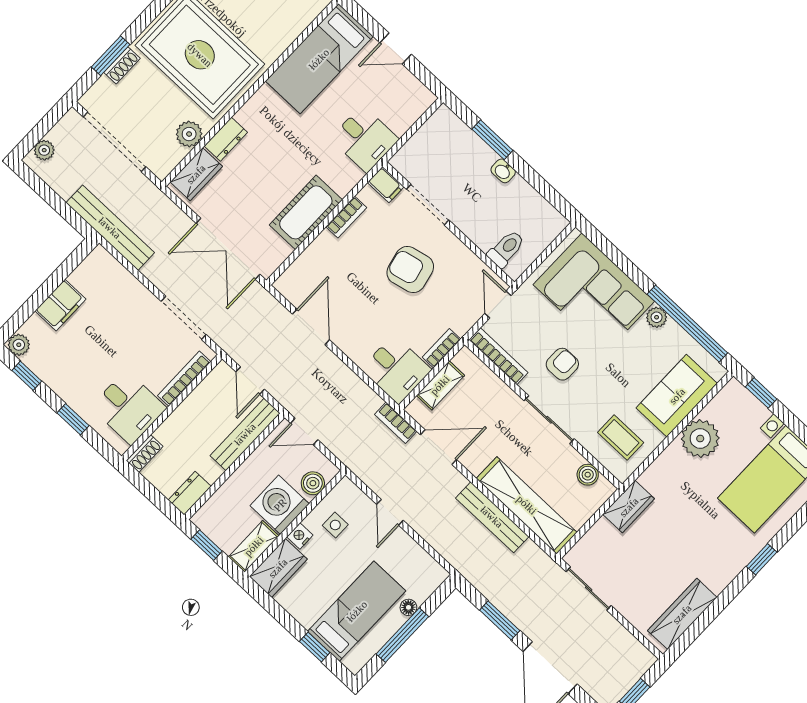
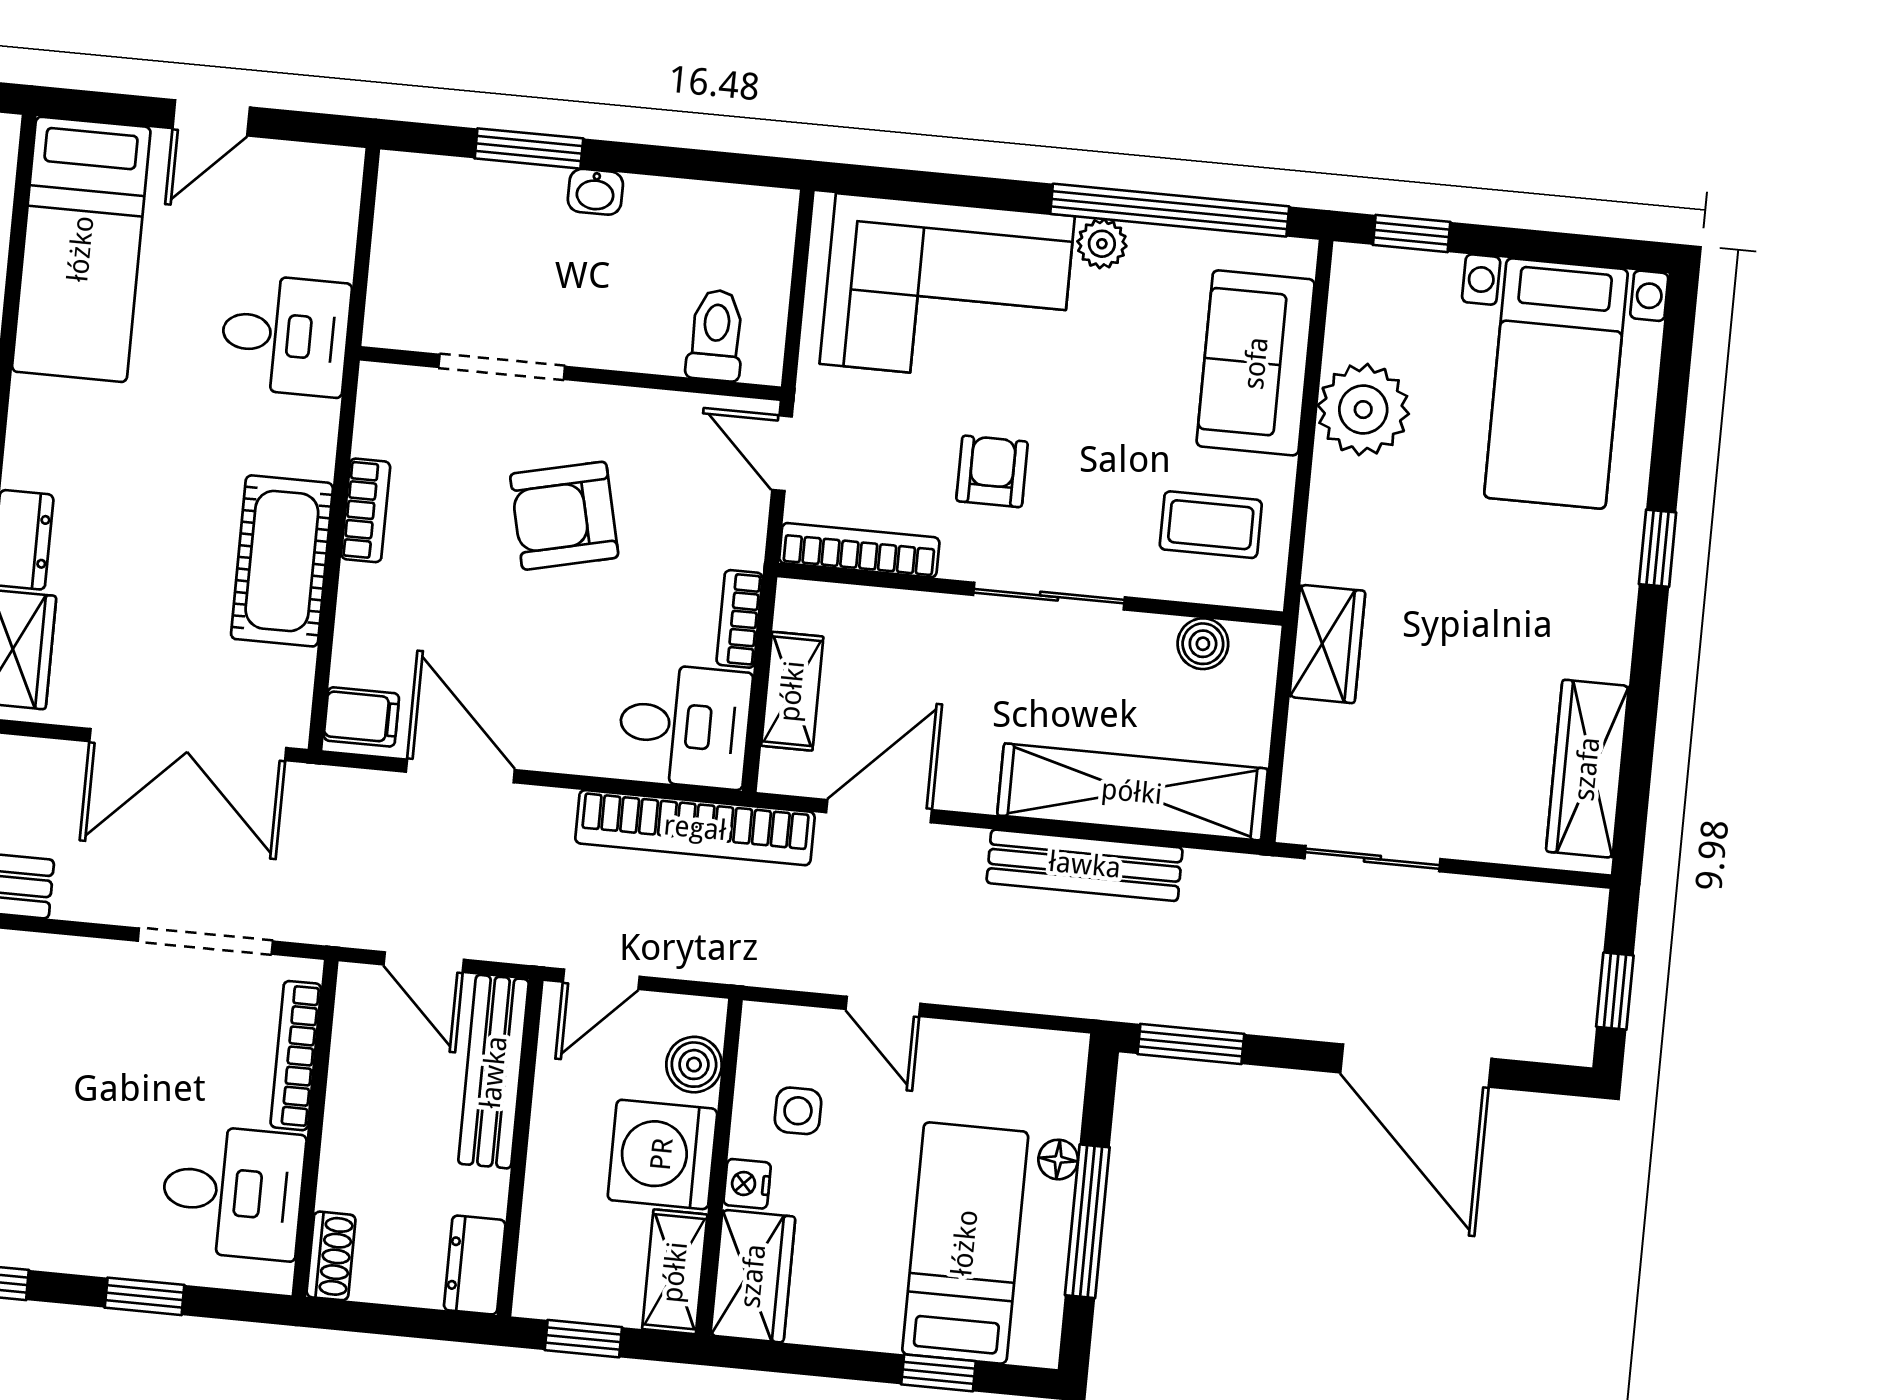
filing cabinet: (386, 185) -> (361, 717), moved
bookcase: (396, 423) -> (695, 828), width x2.31, depth x1.31
window: (500, 620) -> (1191, 1044), moved

